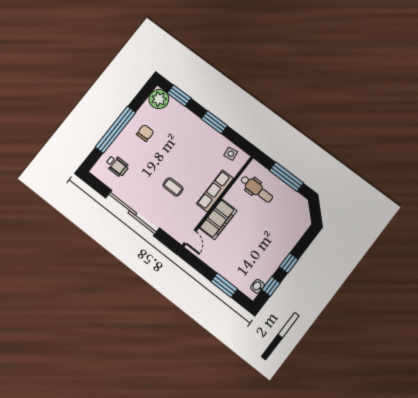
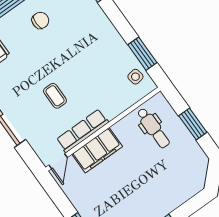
window: (214, 122) -> (142, 54), moved
window: (286, 177) -> (193, 124), width x0.69
row of seats: (215, 191) -> (82, 131), moved

